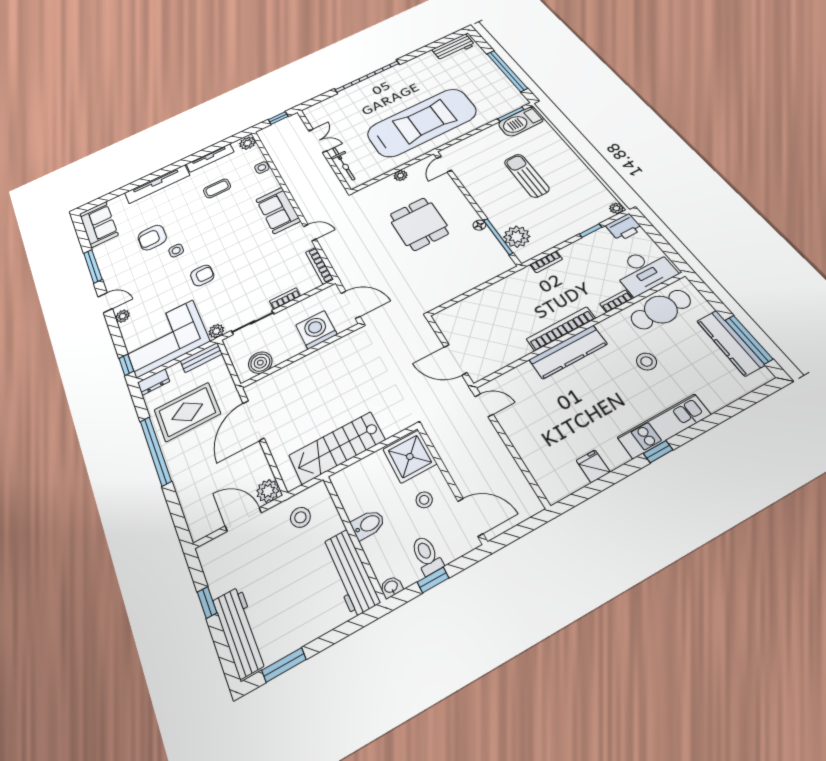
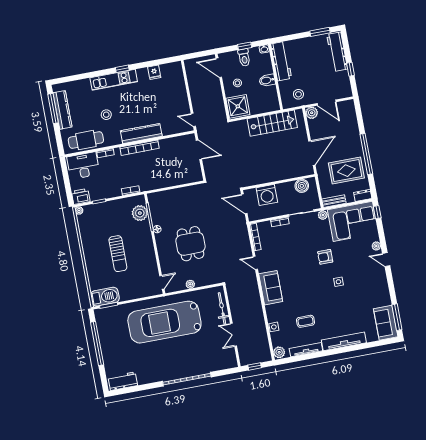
armchair: (152, 238) -> (352, 298), removed
window: (93, 266) -> (397, 317), moved

